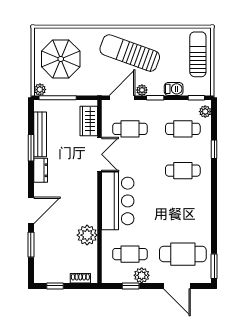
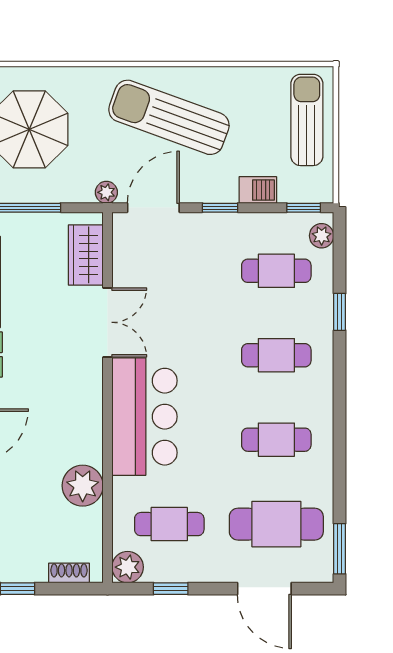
plant: (142, 90) -> (106, 192), moved
cafe table: (130, 129) -> (276, 440), moved
plant: (142, 275) -> (128, 567), moved

